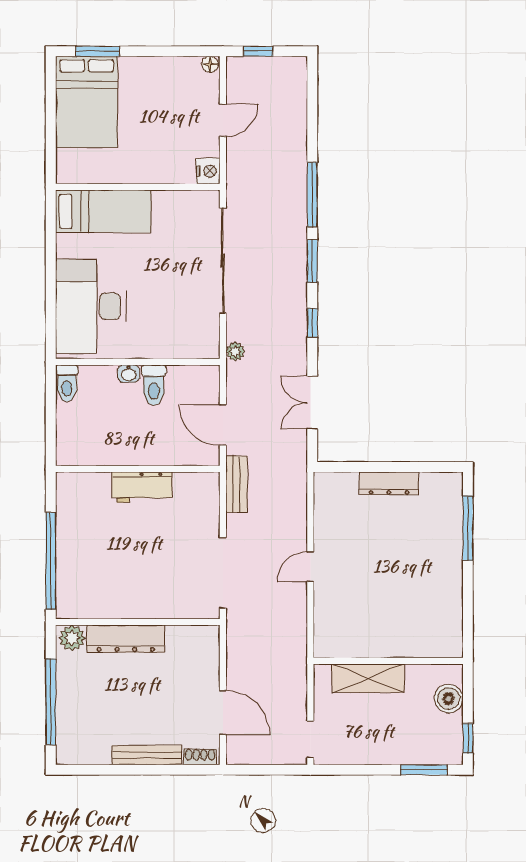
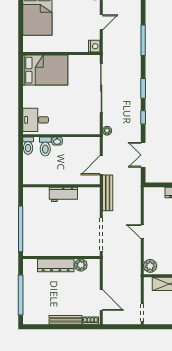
window: (312, 194) -> (143, 40), moved
bed: (103, 211) -> (45, 70), width x1.50
desk: (91, 306) -> (36, 120), width x0.53, depth x0.77
toilet: (154, 385) -> (45, 147), moved
door: (223, 425) -> (101, 165), hinge flipped
bench: (237, 484) -> (108, 193), width x1.36
door: (310, 567) -> (142, 232), hinge flipped
plant: (72, 638) -> (81, 265), moved
plant: (327, 640) -> (150, 266), added

